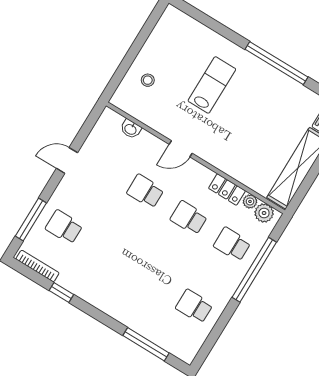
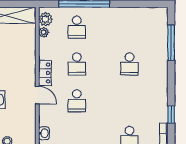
locker: (227, 189) -> (45, 73), moved
school desk: (194, 306) -> (130, 64), moved

